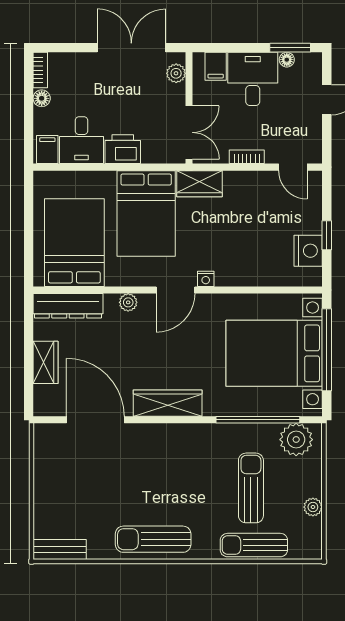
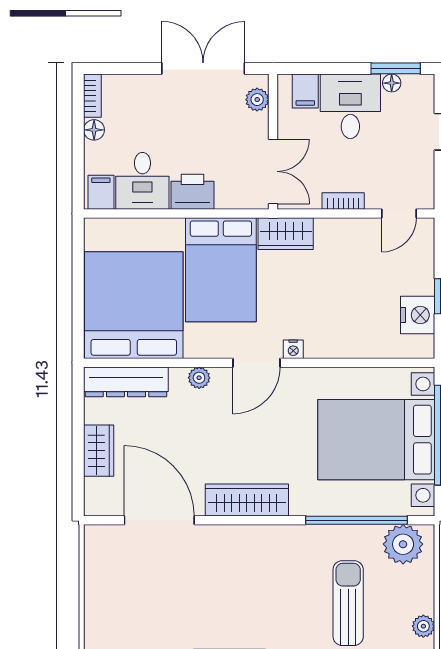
door: (293, 167) -> (399, 213), hinge flipped
bed: (74, 243) -> (134, 305), width x1.36

